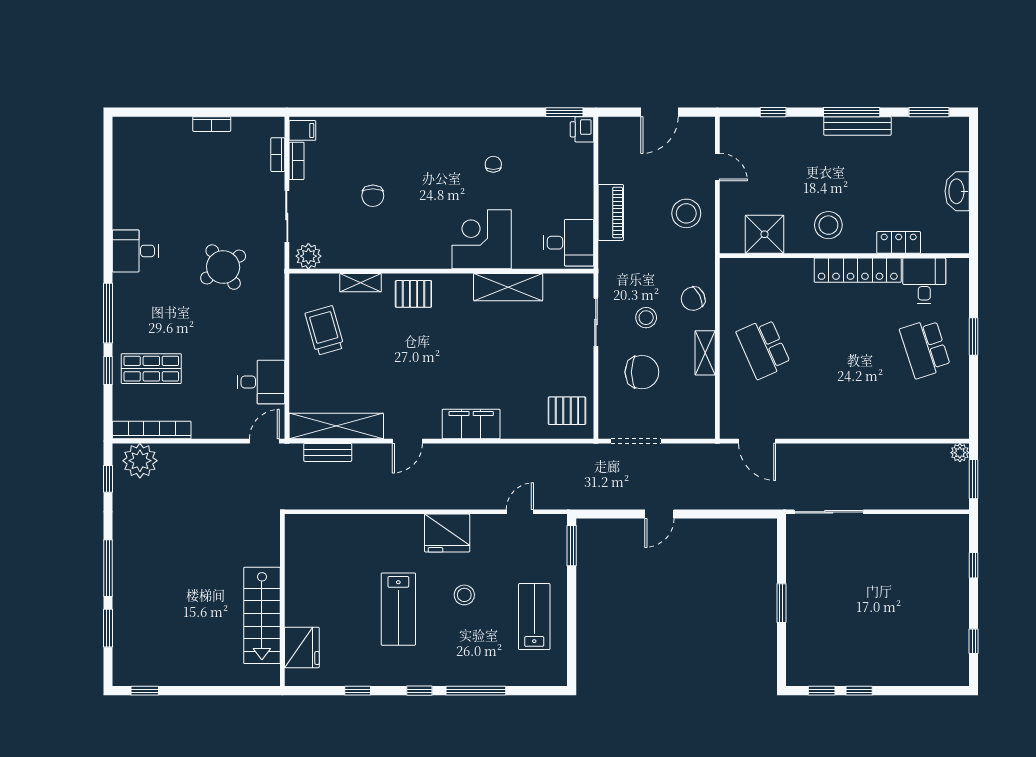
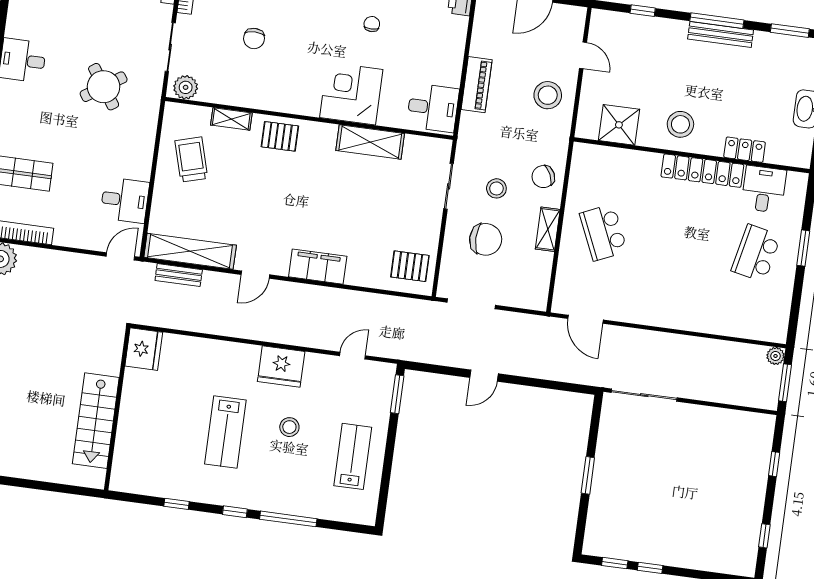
school desk: (925, 348) -> (756, 253), turned 30
fridge: (302, 647) -> (144, 349), moved

